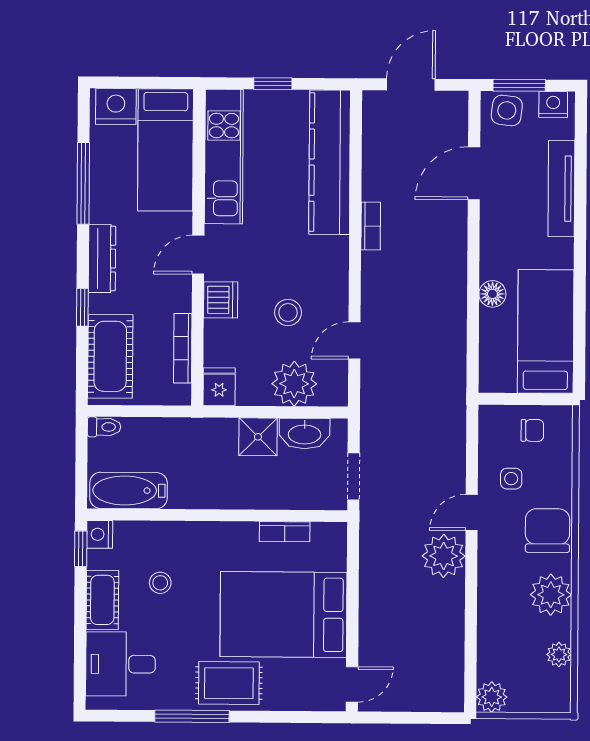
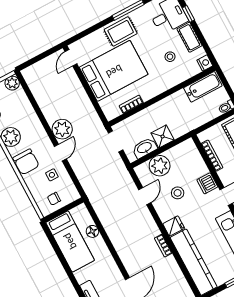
floor lamp: (492, 294) -> (92, 231), moved
fridge: (219, 387) -> (174, 226), moved, turned -90
window: (81, 549) -> (188, 14), moved

